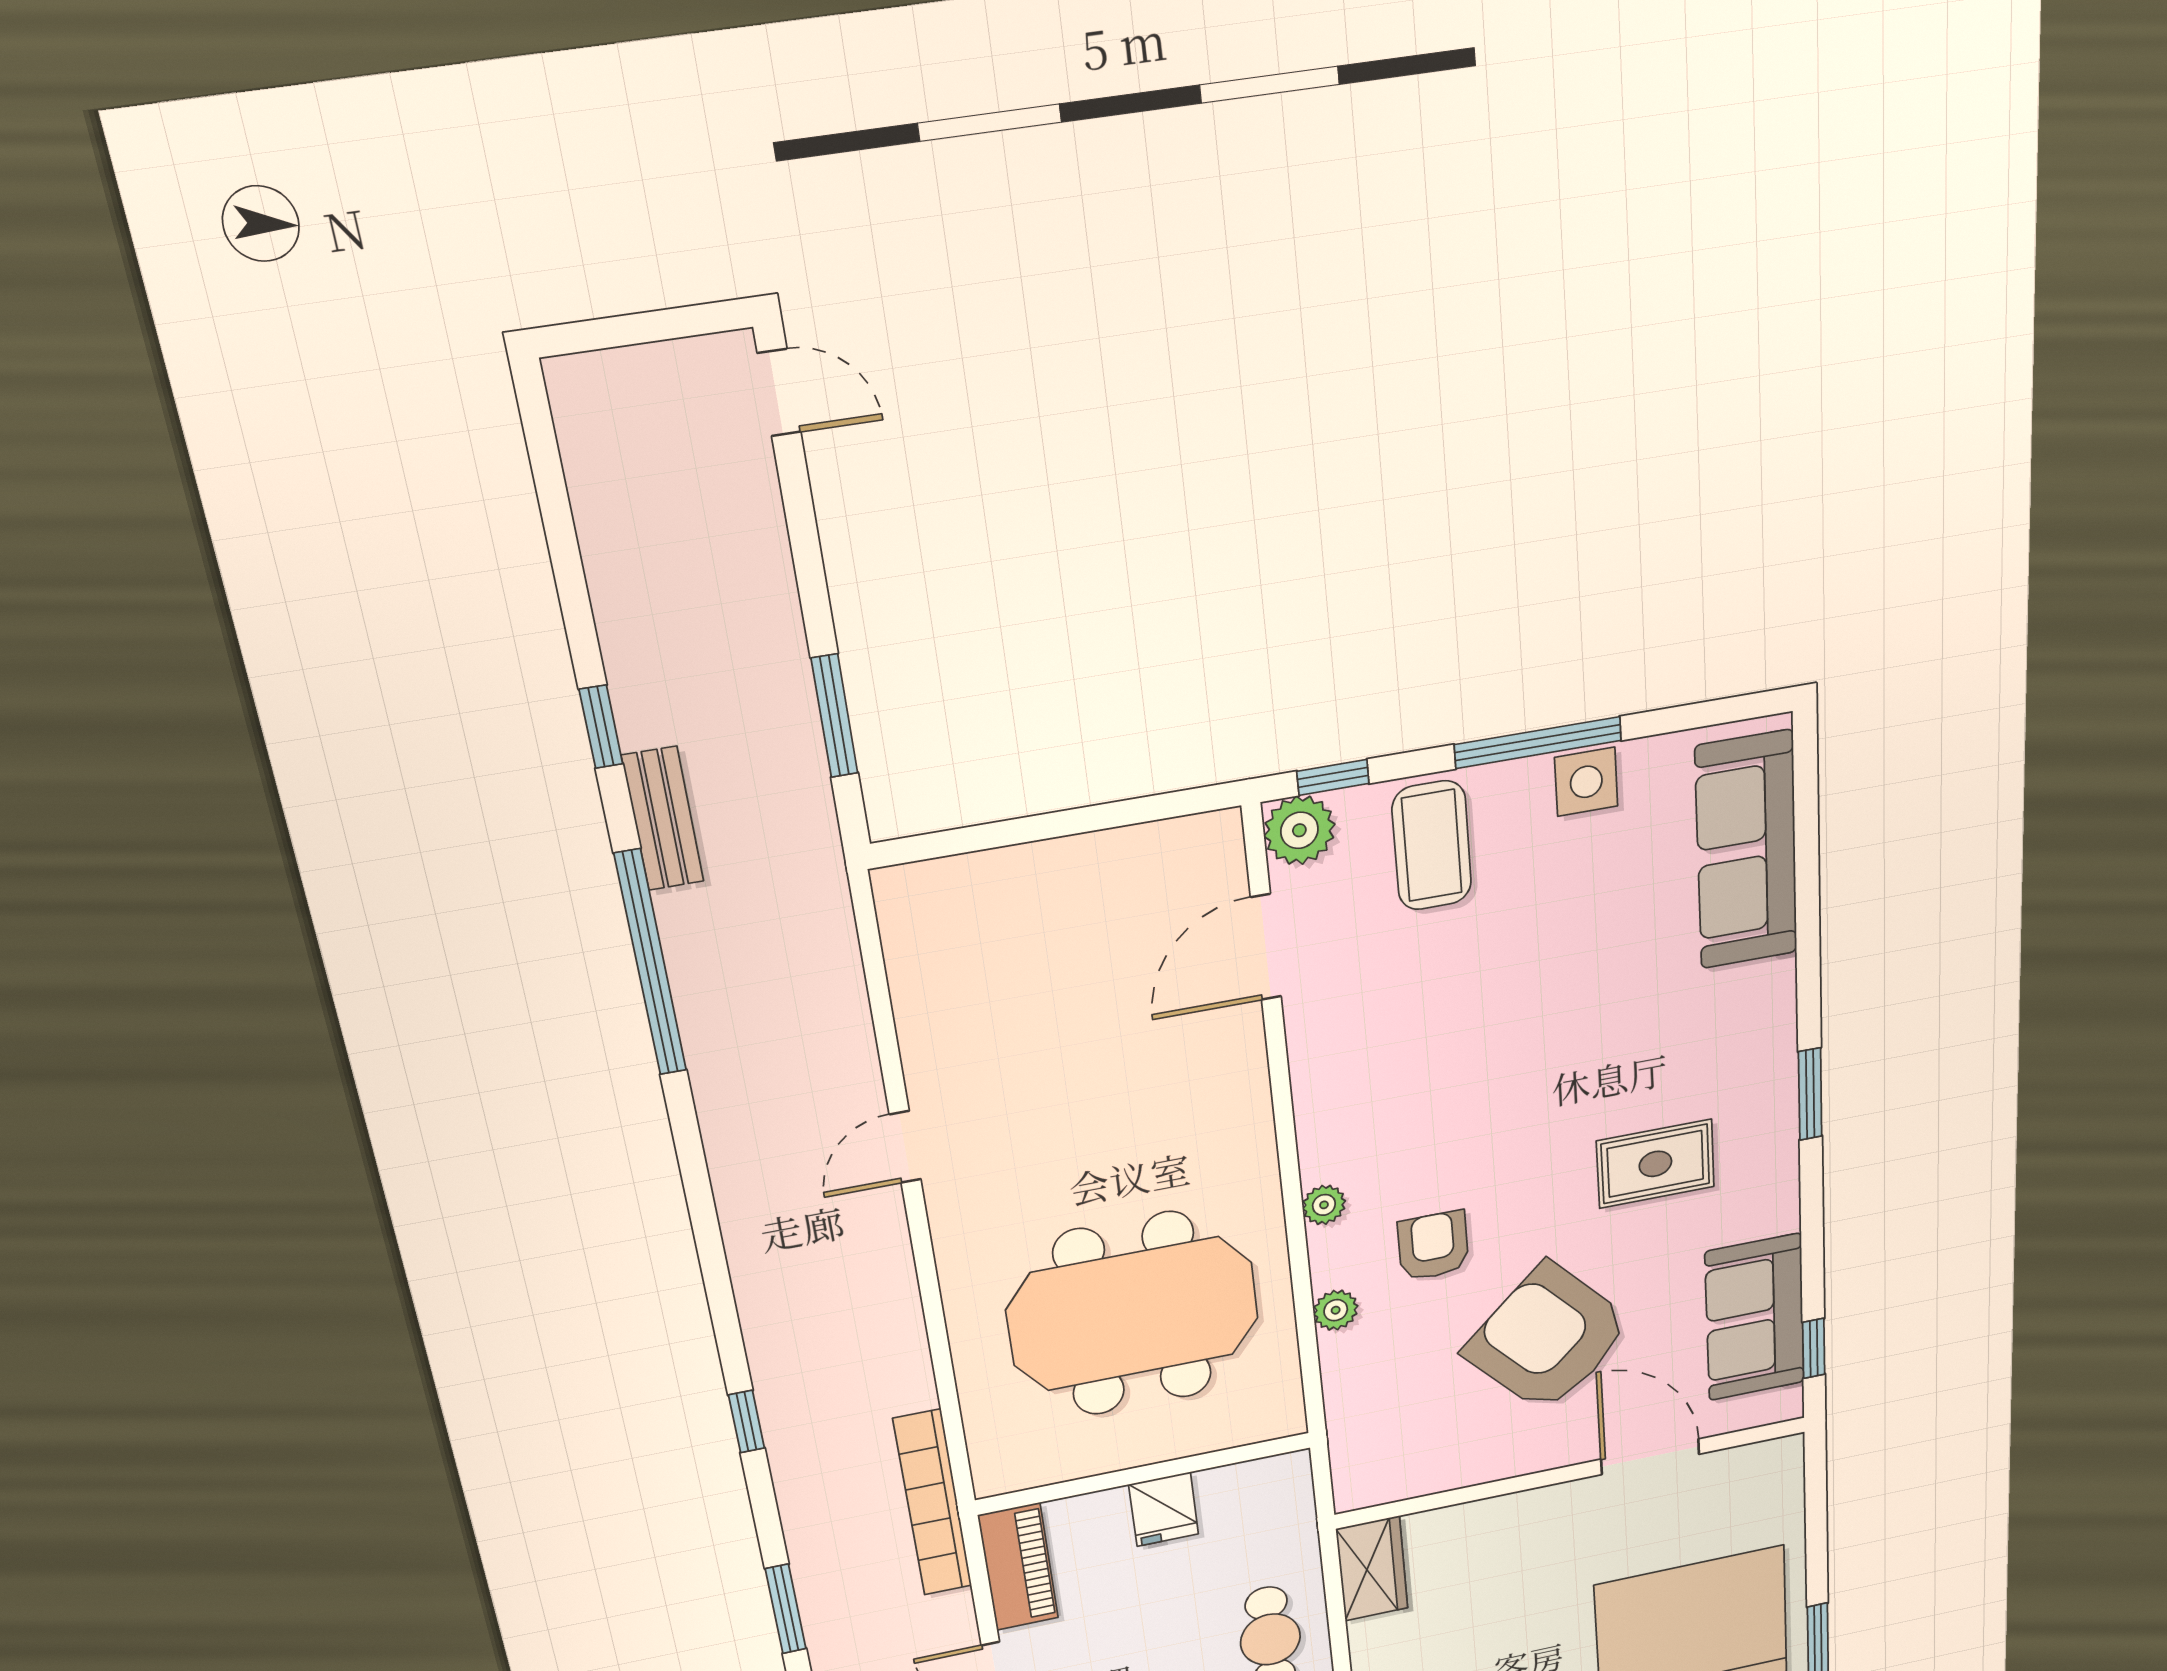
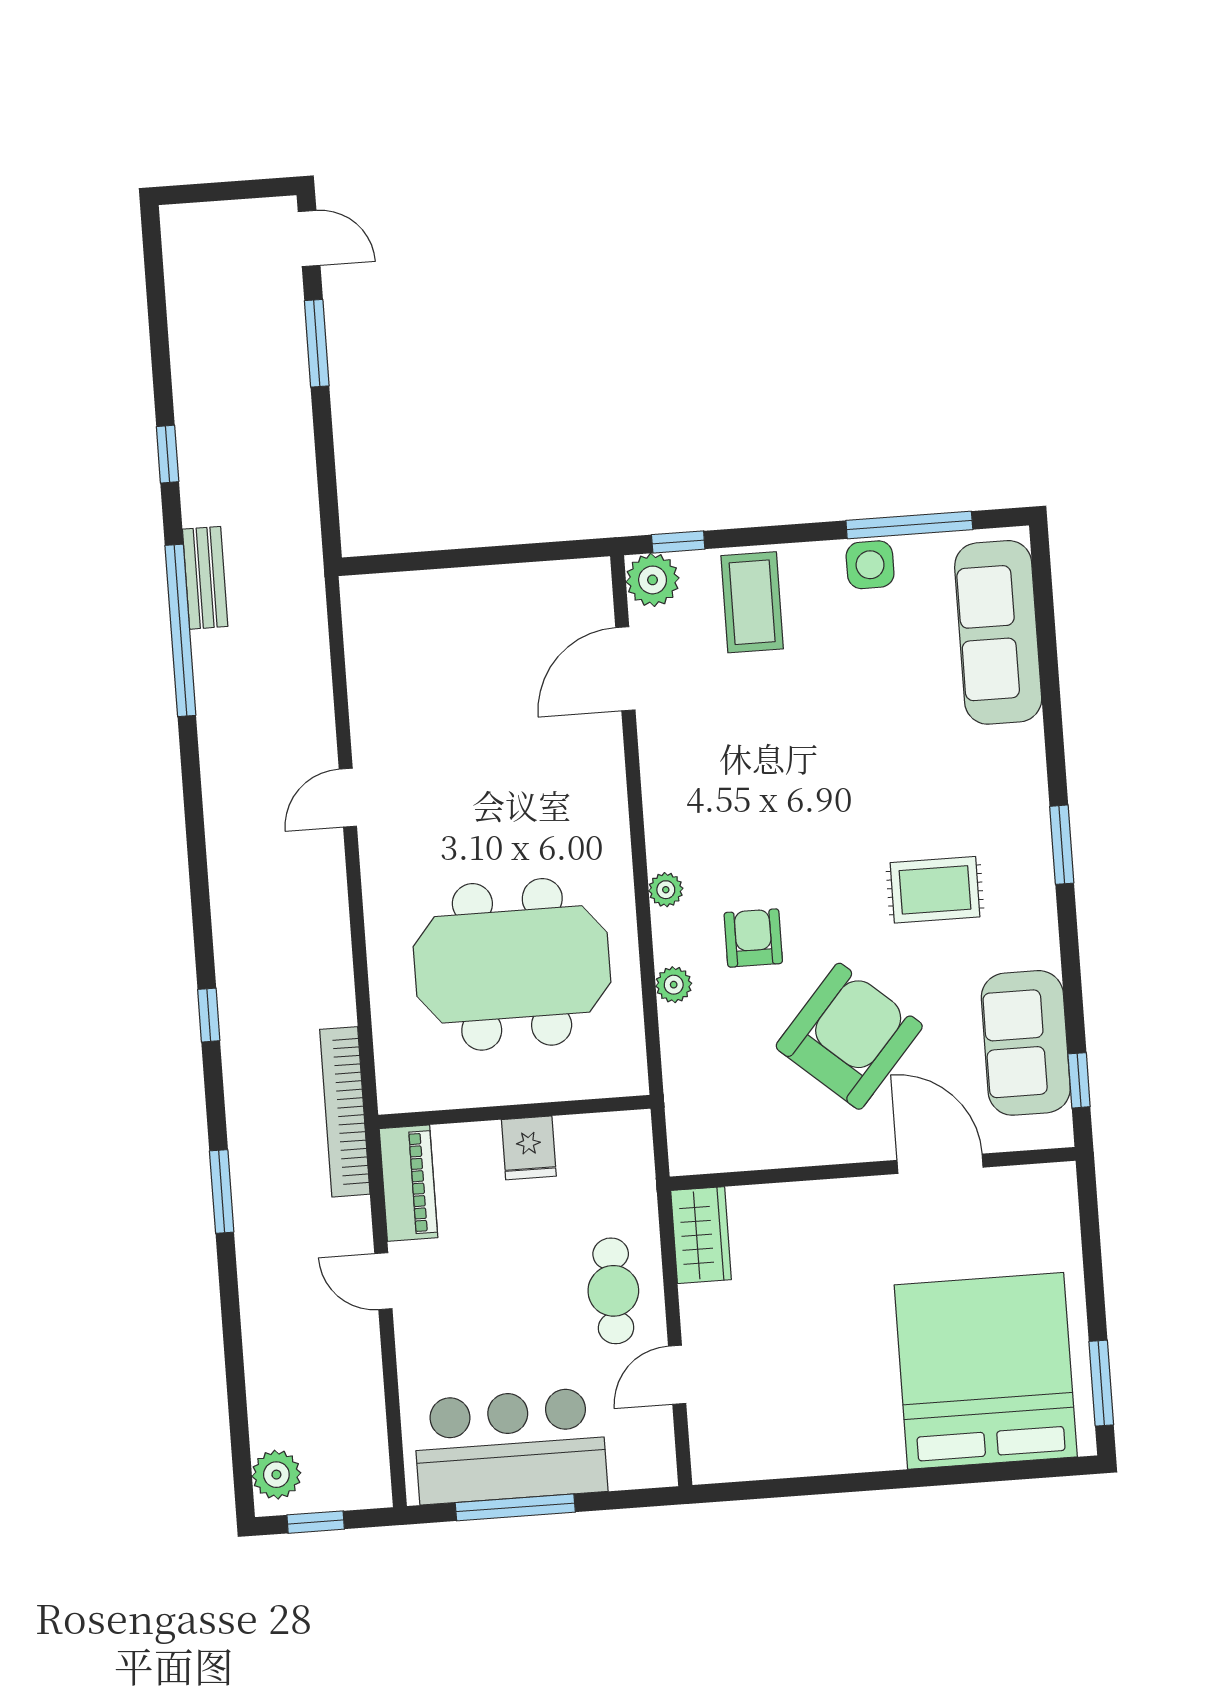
window: (835, 716) -> (317, 343), moved
window: (1538, 743) -> (909, 525), moved
bench: (663, 819) -> (205, 578), moved
armchair: (1548, 1338) -> (849, 1036), turned 84

